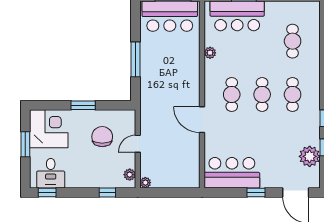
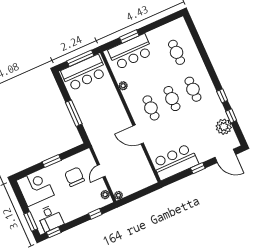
window: (25, 144) -> (31, 221), moved

